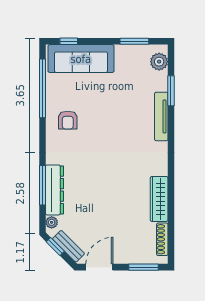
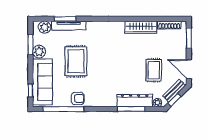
plant: (124, 54) -> (39, 52), added
rug: (110, 106) -> (76, 61), added
tv unit: (161, 116) -> (69, 26), moved
armchair: (68, 120) -> (78, 98), moved
rug: (98, 217) -> (154, 70), added

